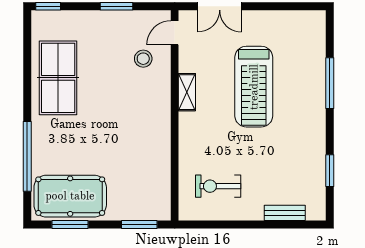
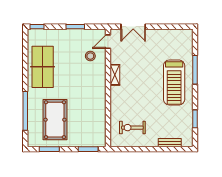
treadmill: (254, 87) -> (174, 82), moved
pool table: (70, 196) -> (55, 120), moved, turned 90

